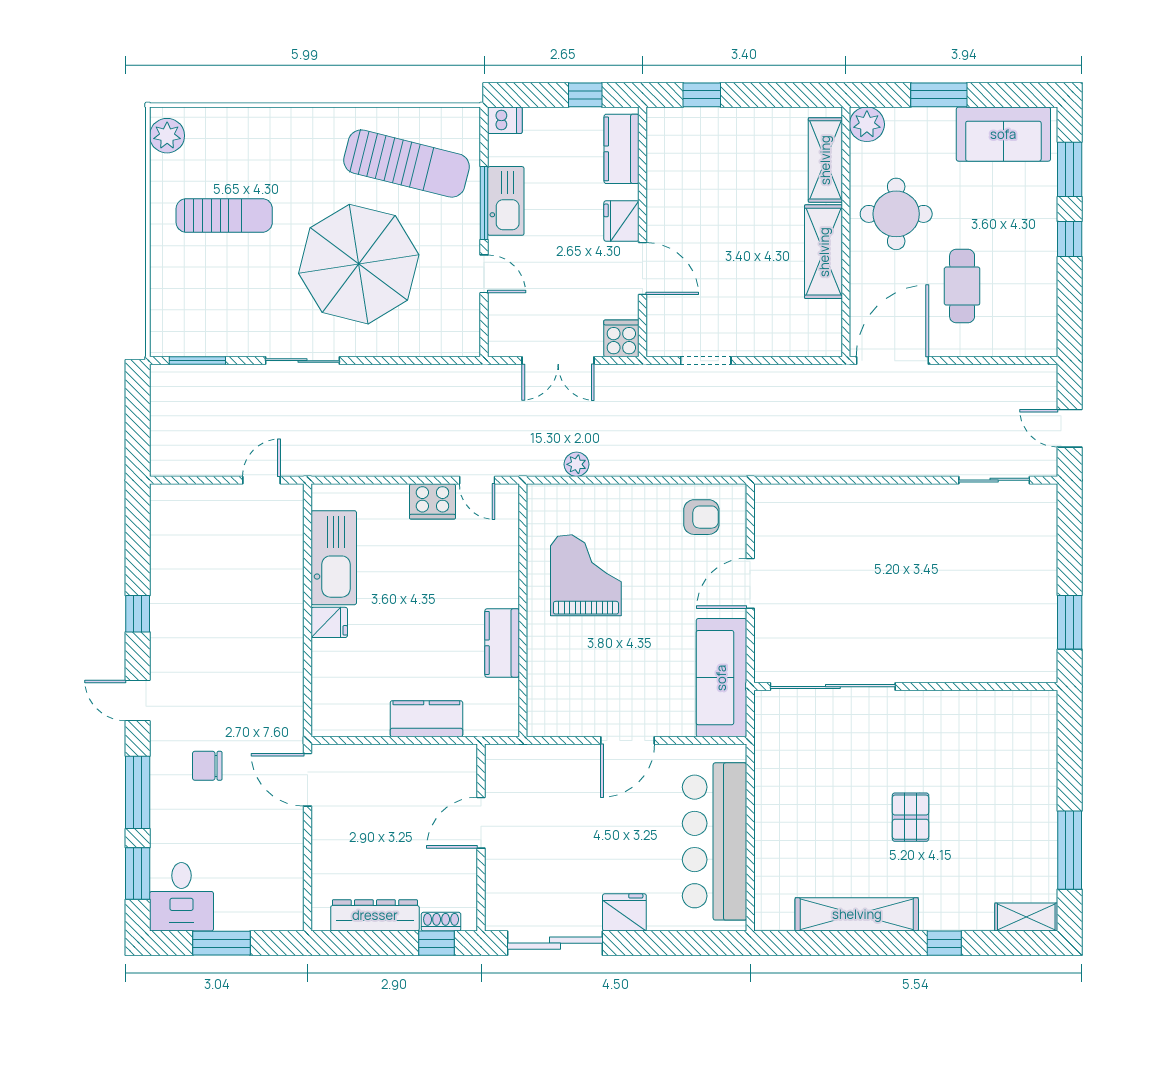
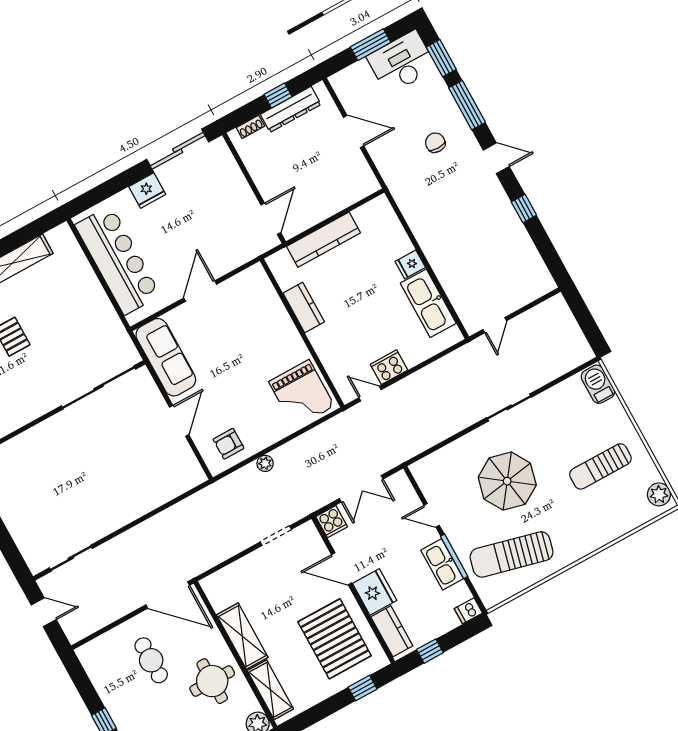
pallet: (703, 181) -> (335, 639), added
fridge: (621, 221) -> (375, 592), width x1.36, depth x1.34
parasol: (359, 264) -> (507, 481), width x0.73, depth x0.73
barbecue: (168, 326) -> (598, 384), added
window: (197, 361) -> (570, 374), removed
double door: (558, 361) -> (361, 489), swing flipped
door: (892, 361) -> (168, 595), hinge flipped
plant: (577, 464) -> (265, 463), moved
grand piano: (586, 575) -> (302, 394), moved
kitchen counter: (426, 719) -> (323, 240), width x1.50
chair: (207, 766) -> (435, 143), turned -90
door: (308, 780) -> (354, 132), moved
door: (481, 823) -> (271, 219), moved
desk: (181, 897) -> (402, 62), width x1.37
window: (436, 943) -> (278, 95), moved

